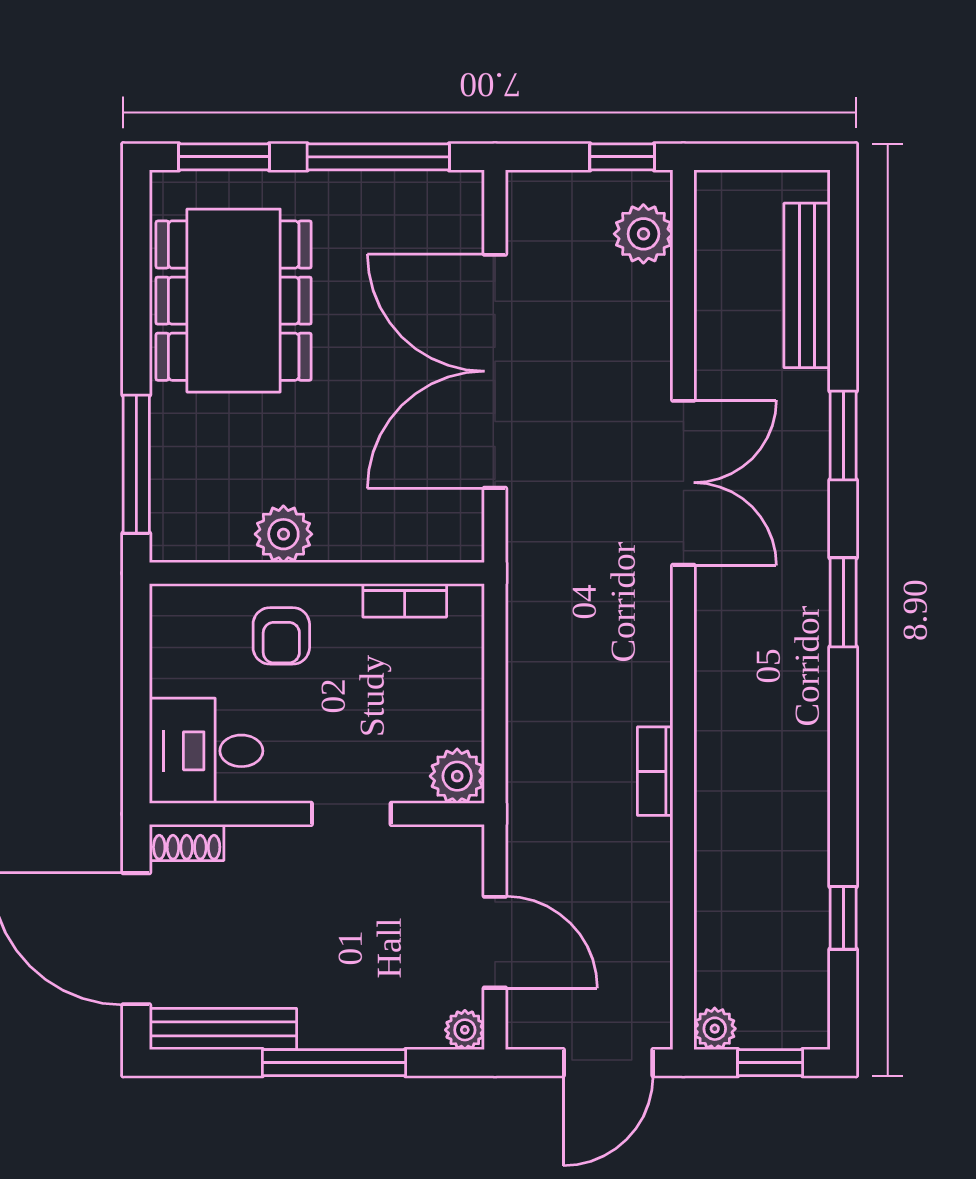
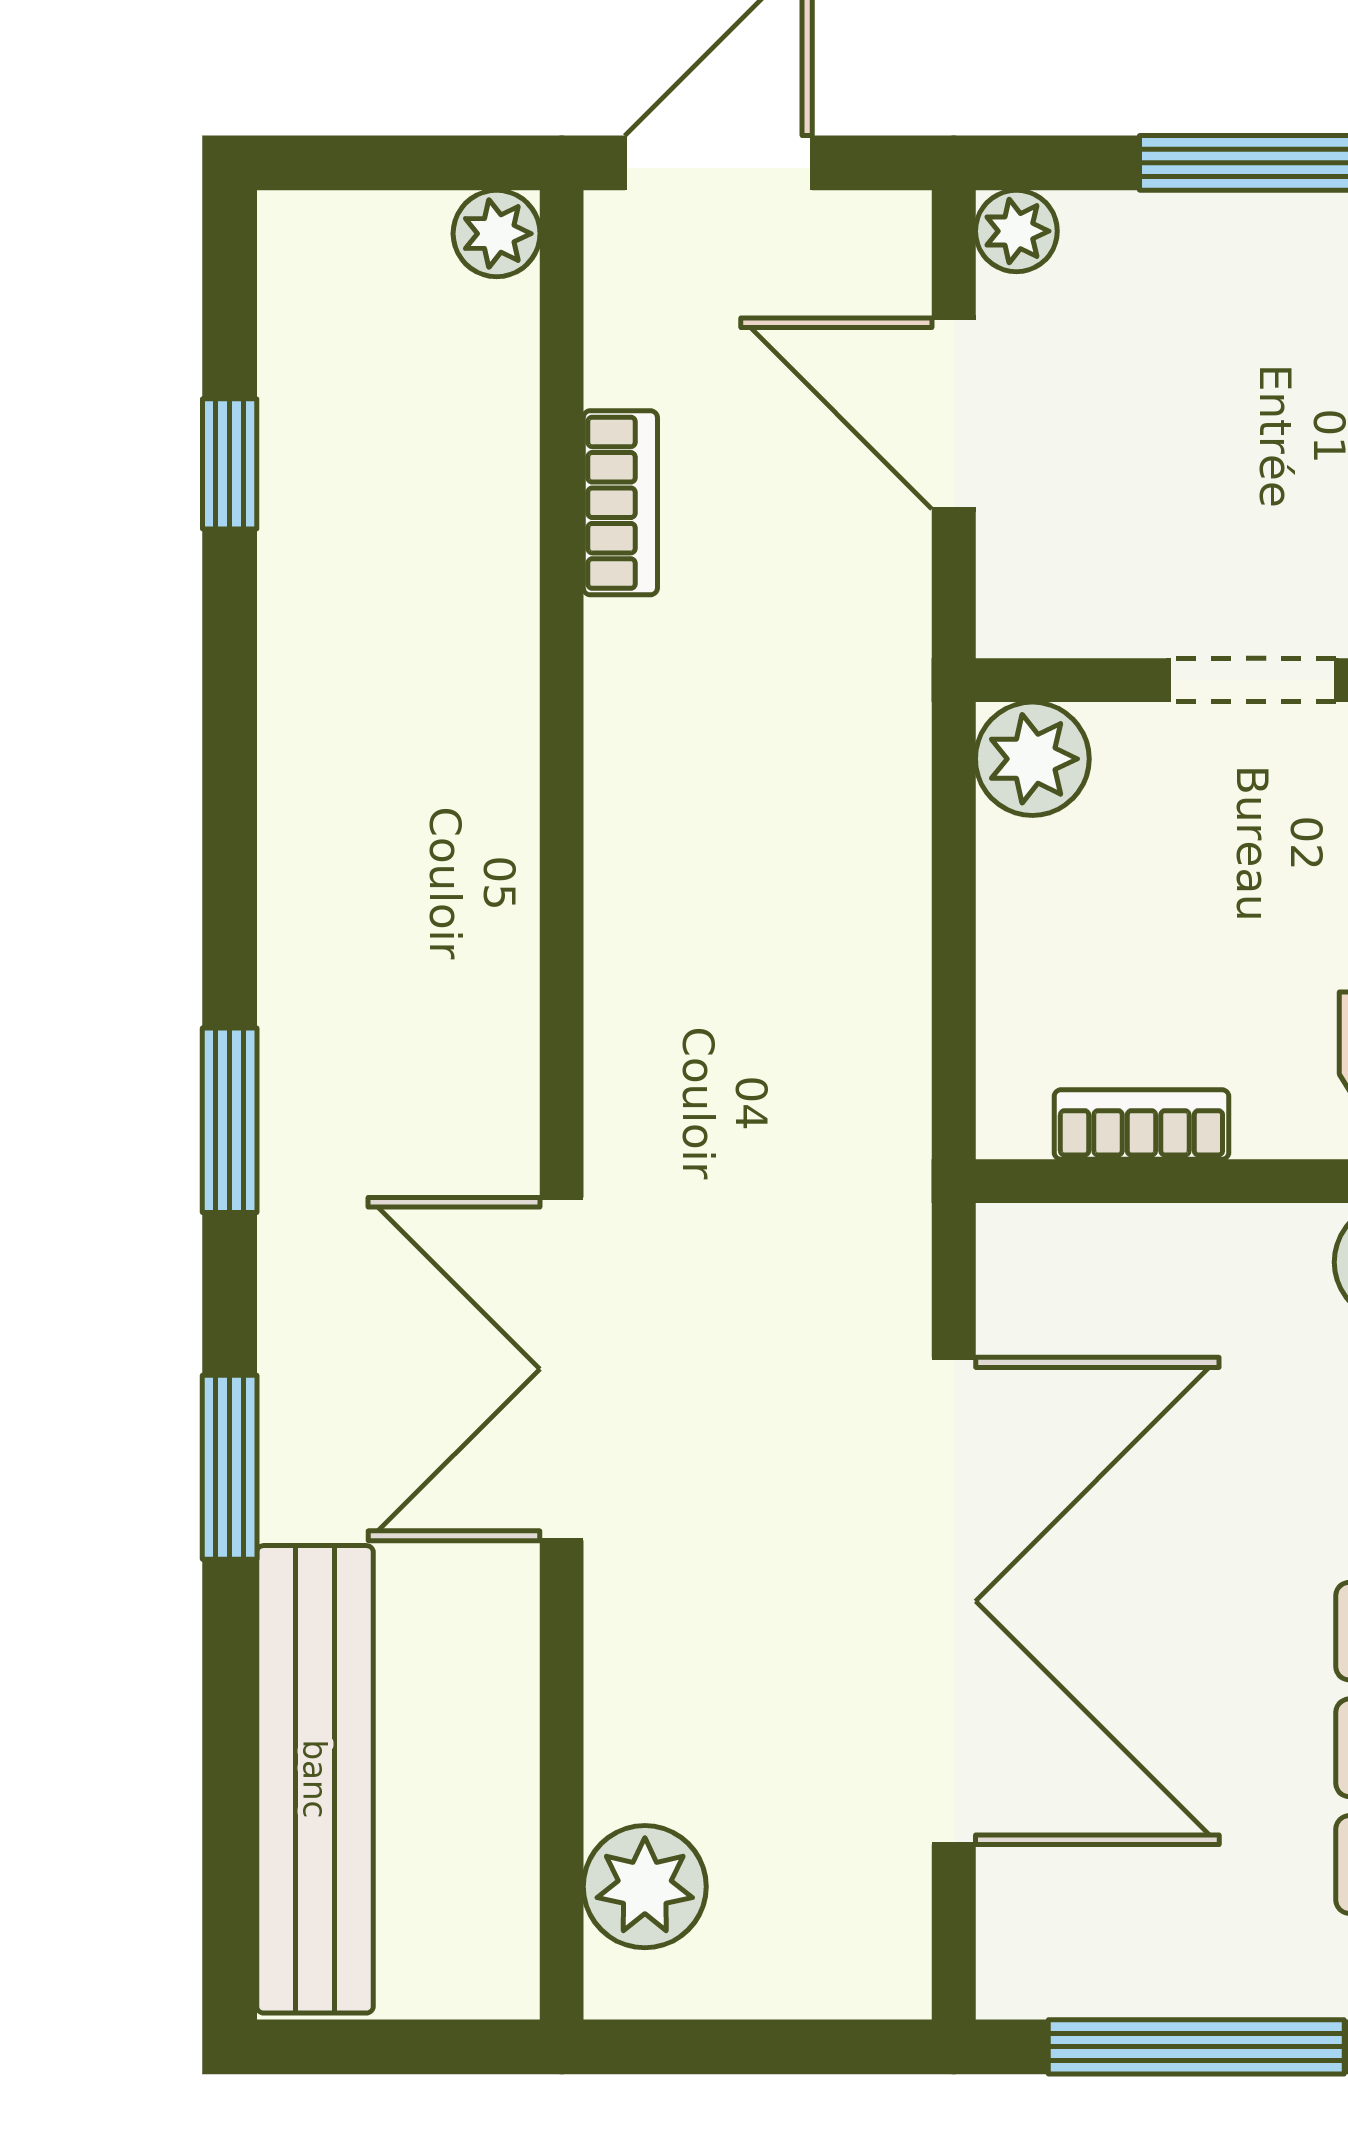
window: (622, 157) -> (689, 2047), removed
bench: (807, 285) -> (315, 1779), width x1.37, depth x1.21
bookcase: (655, 771) -> (620, 503), moved
window: (770, 1063) -> (381, 163), removed

